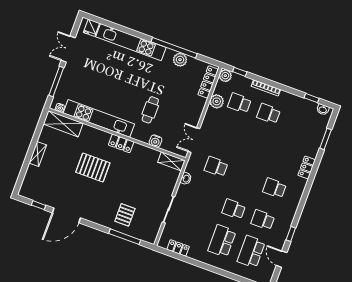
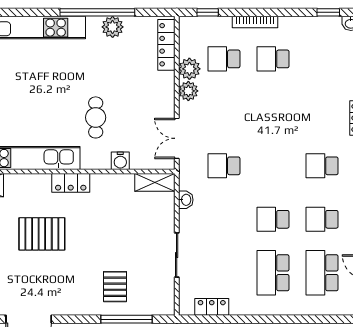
plant: (225, 76) -> (188, 91), moved

